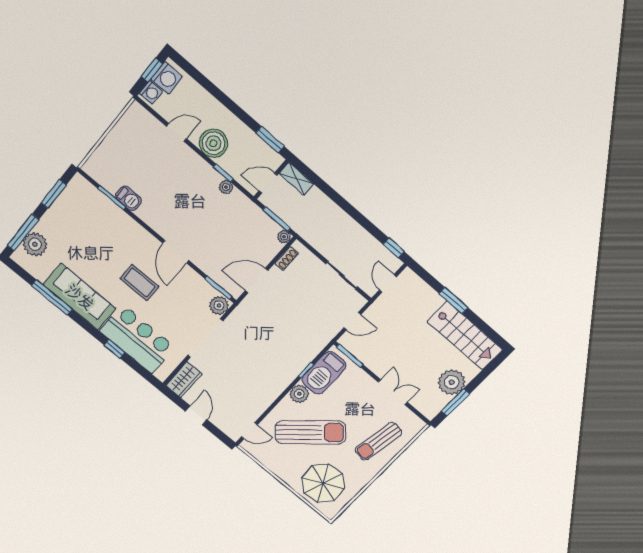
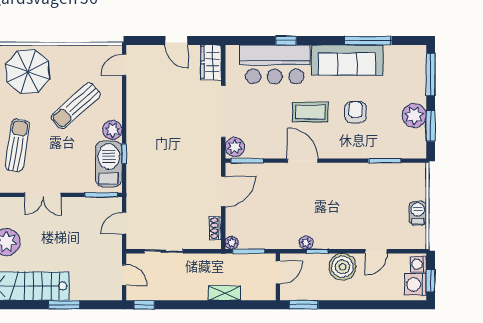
shelving: (297, 179) -> (225, 293), moved
barbecue: (129, 198) -> (418, 213), moved, turned 90
plant: (35, 244) -> (414, 115), moved
armchair: (104, 253) -> (356, 112), added
sun lounger: (310, 432) -> (76, 106), width x0.73, depth x0.75

